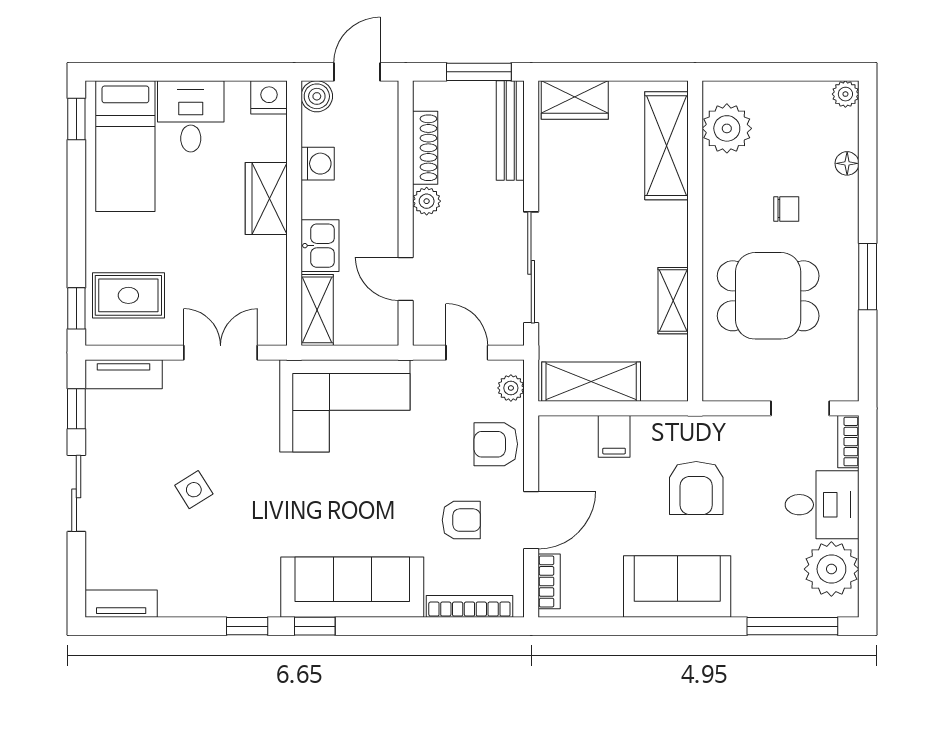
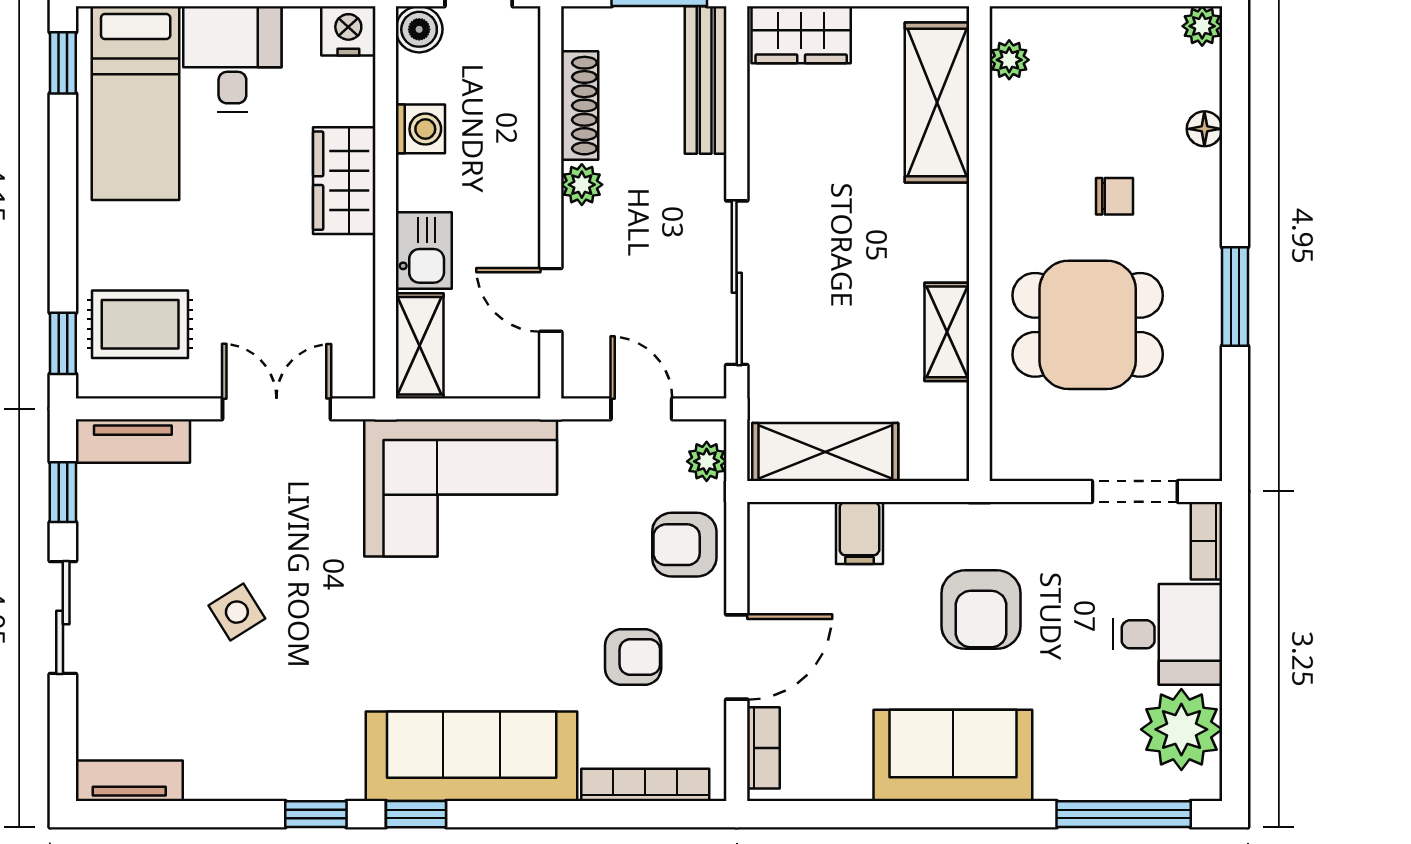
plant: (727, 128) -> (1009, 60), width x0.53, depth x0.53

